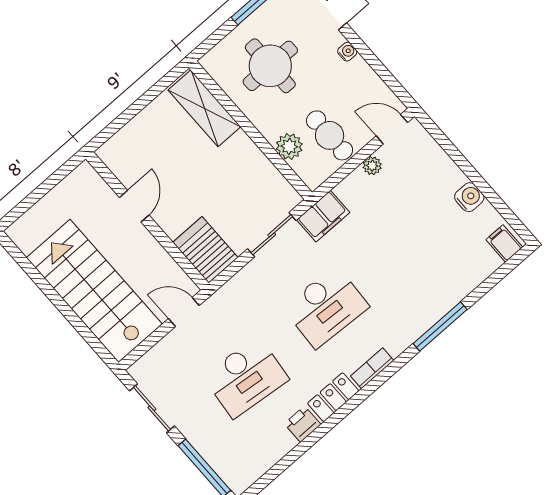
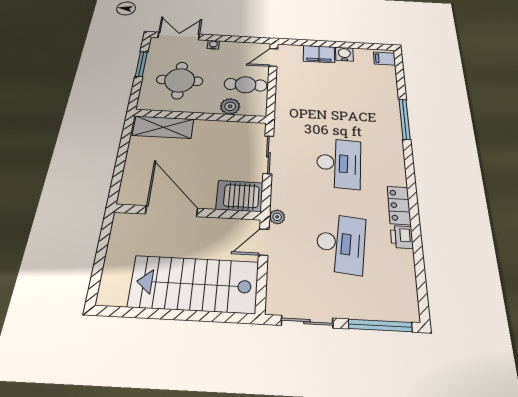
plant: (372, 166) -> (277, 217), moved
door: (134, 206) -> (172, 211), width x1.87
filing cabinet: (323, 216) -> (319, 54), moved, turned 90
bookcase: (372, 368) -> (399, 170), removed

